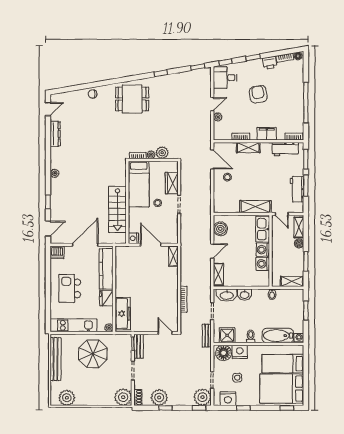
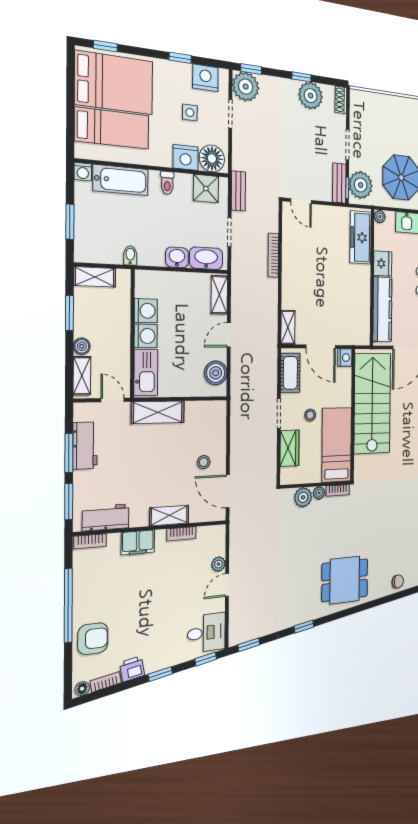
armchair: (258, 94) -> (93, 639), moved, turned -81
stairs: (117, 209) -> (372, 403), width x1.36, depth x1.51
cot: (172, 229) -> (290, 373), added
plant: (123, 397) -> (361, 185), moved

